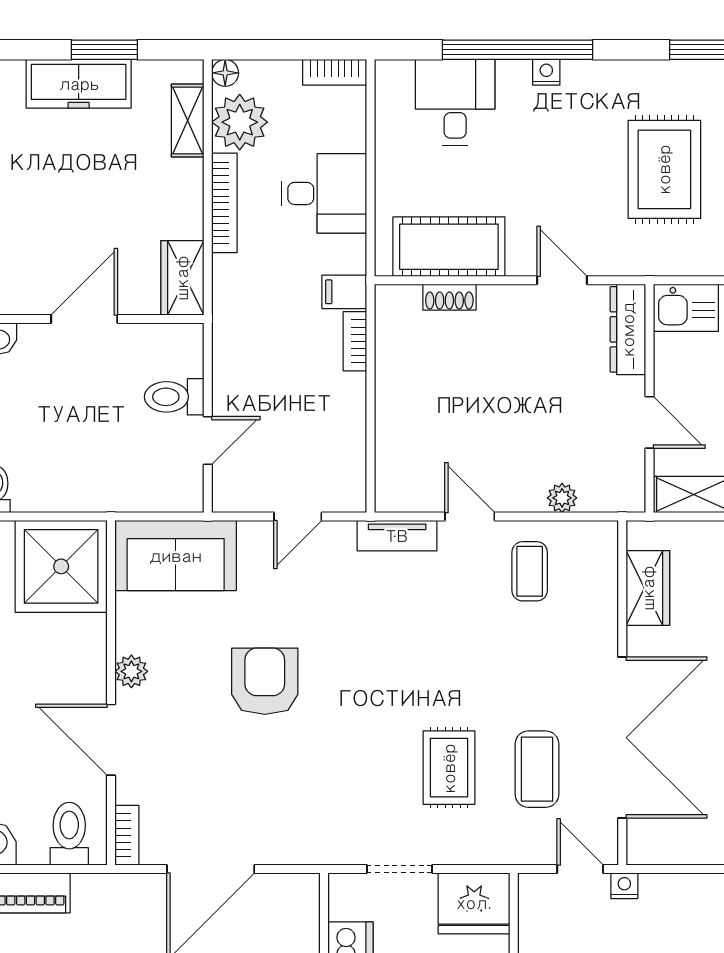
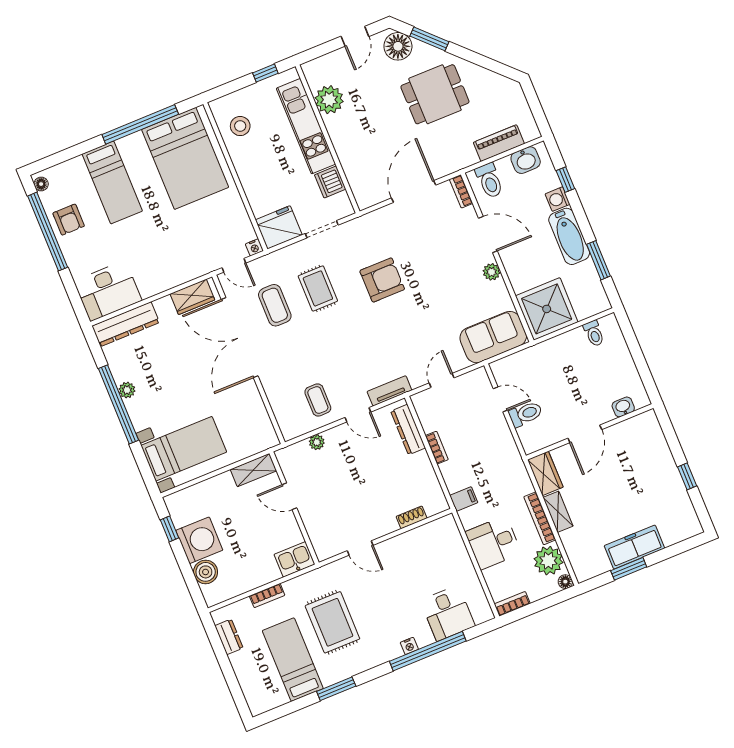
shelving: (188, 121) -> (558, 512), moved
cot: (449, 247) -> (422, 542), removed
dresser: (628, 329) -> (408, 430), moved, turned 180
bookcase: (355, 341) -> (437, 448), moved
door: (208, 441) -> (500, 399), swing flipped
wardrobe: (648, 588) -> (192, 297), moved, turned -90
armchair: (265, 681) -> (382, 280), moved, turned -90
nightstand: (624, 886) -> (254, 247), moved

